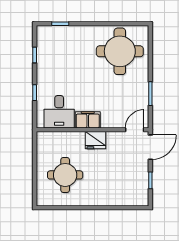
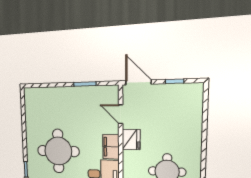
round table: (120, 51) -> (58, 151), moved
door: (135, 130) -> (121, 114), moved

